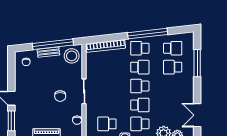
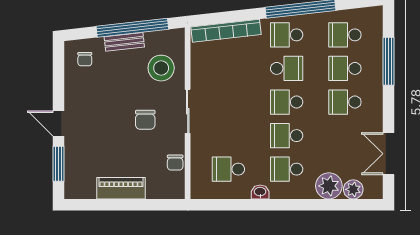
school desk: (173, 48) -> (345, 35), turned 180
stool: (72, 56) -> (161, 68), moved
school desk: (173, 86) -> (345, 102), added
school desk: (140, 105) -> (287, 136), turned 180

